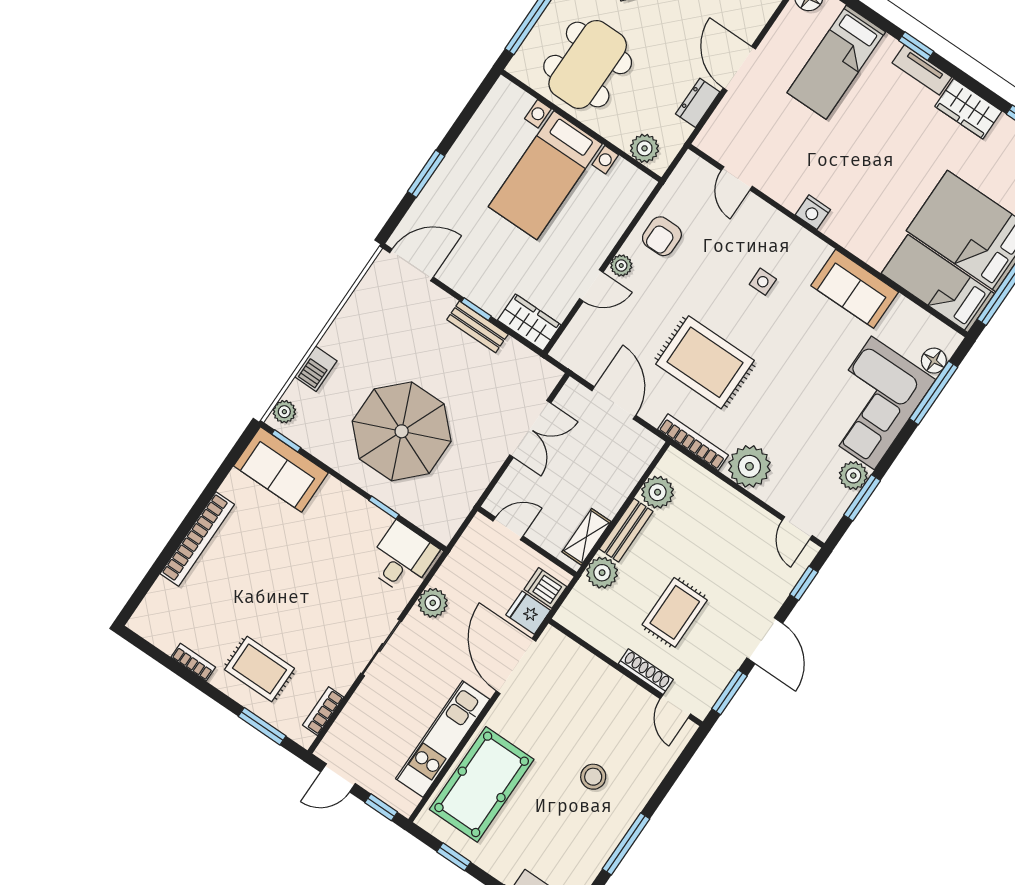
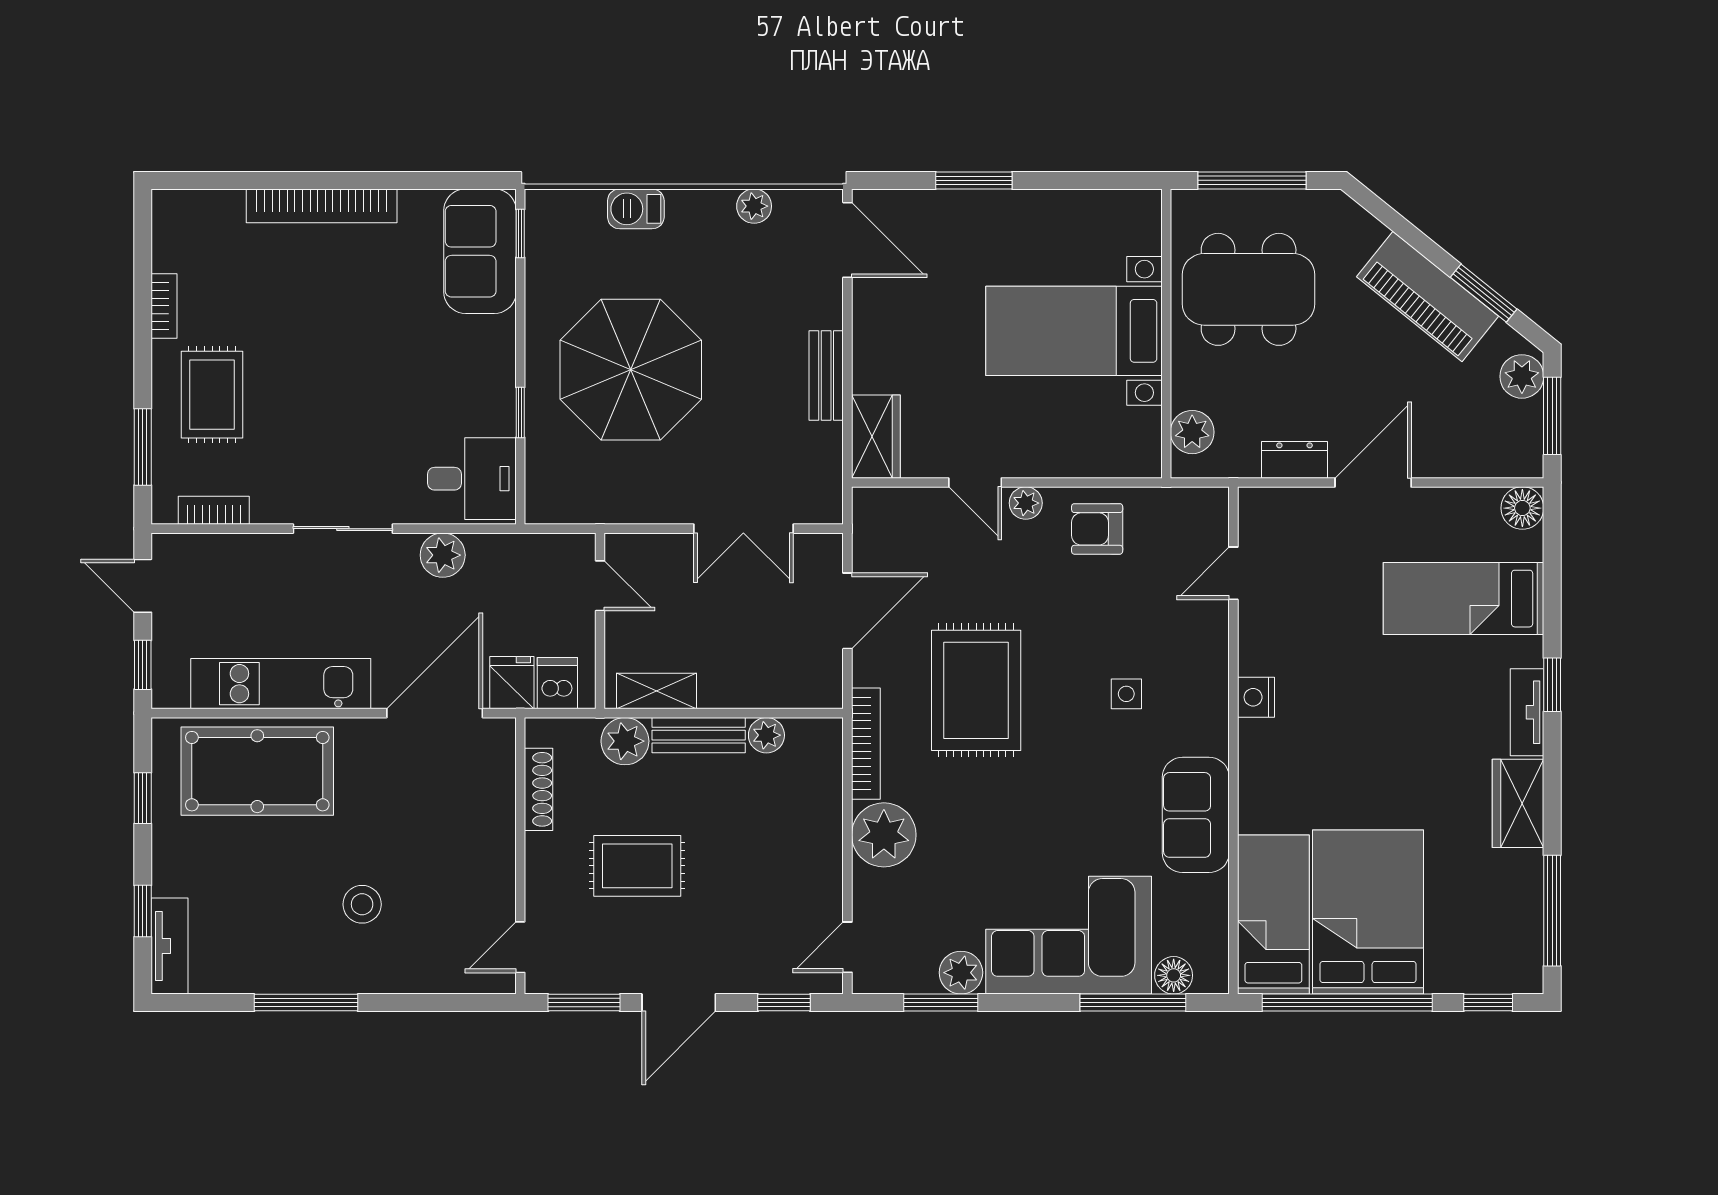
window: (476, 309) -> (847, 359), removed
plant: (284, 412) -> (754, 206), moved
plant: (658, 492) -> (766, 735), width x0.73, depth x0.73
shoe rack: (646, 672) -> (538, 789), moved

